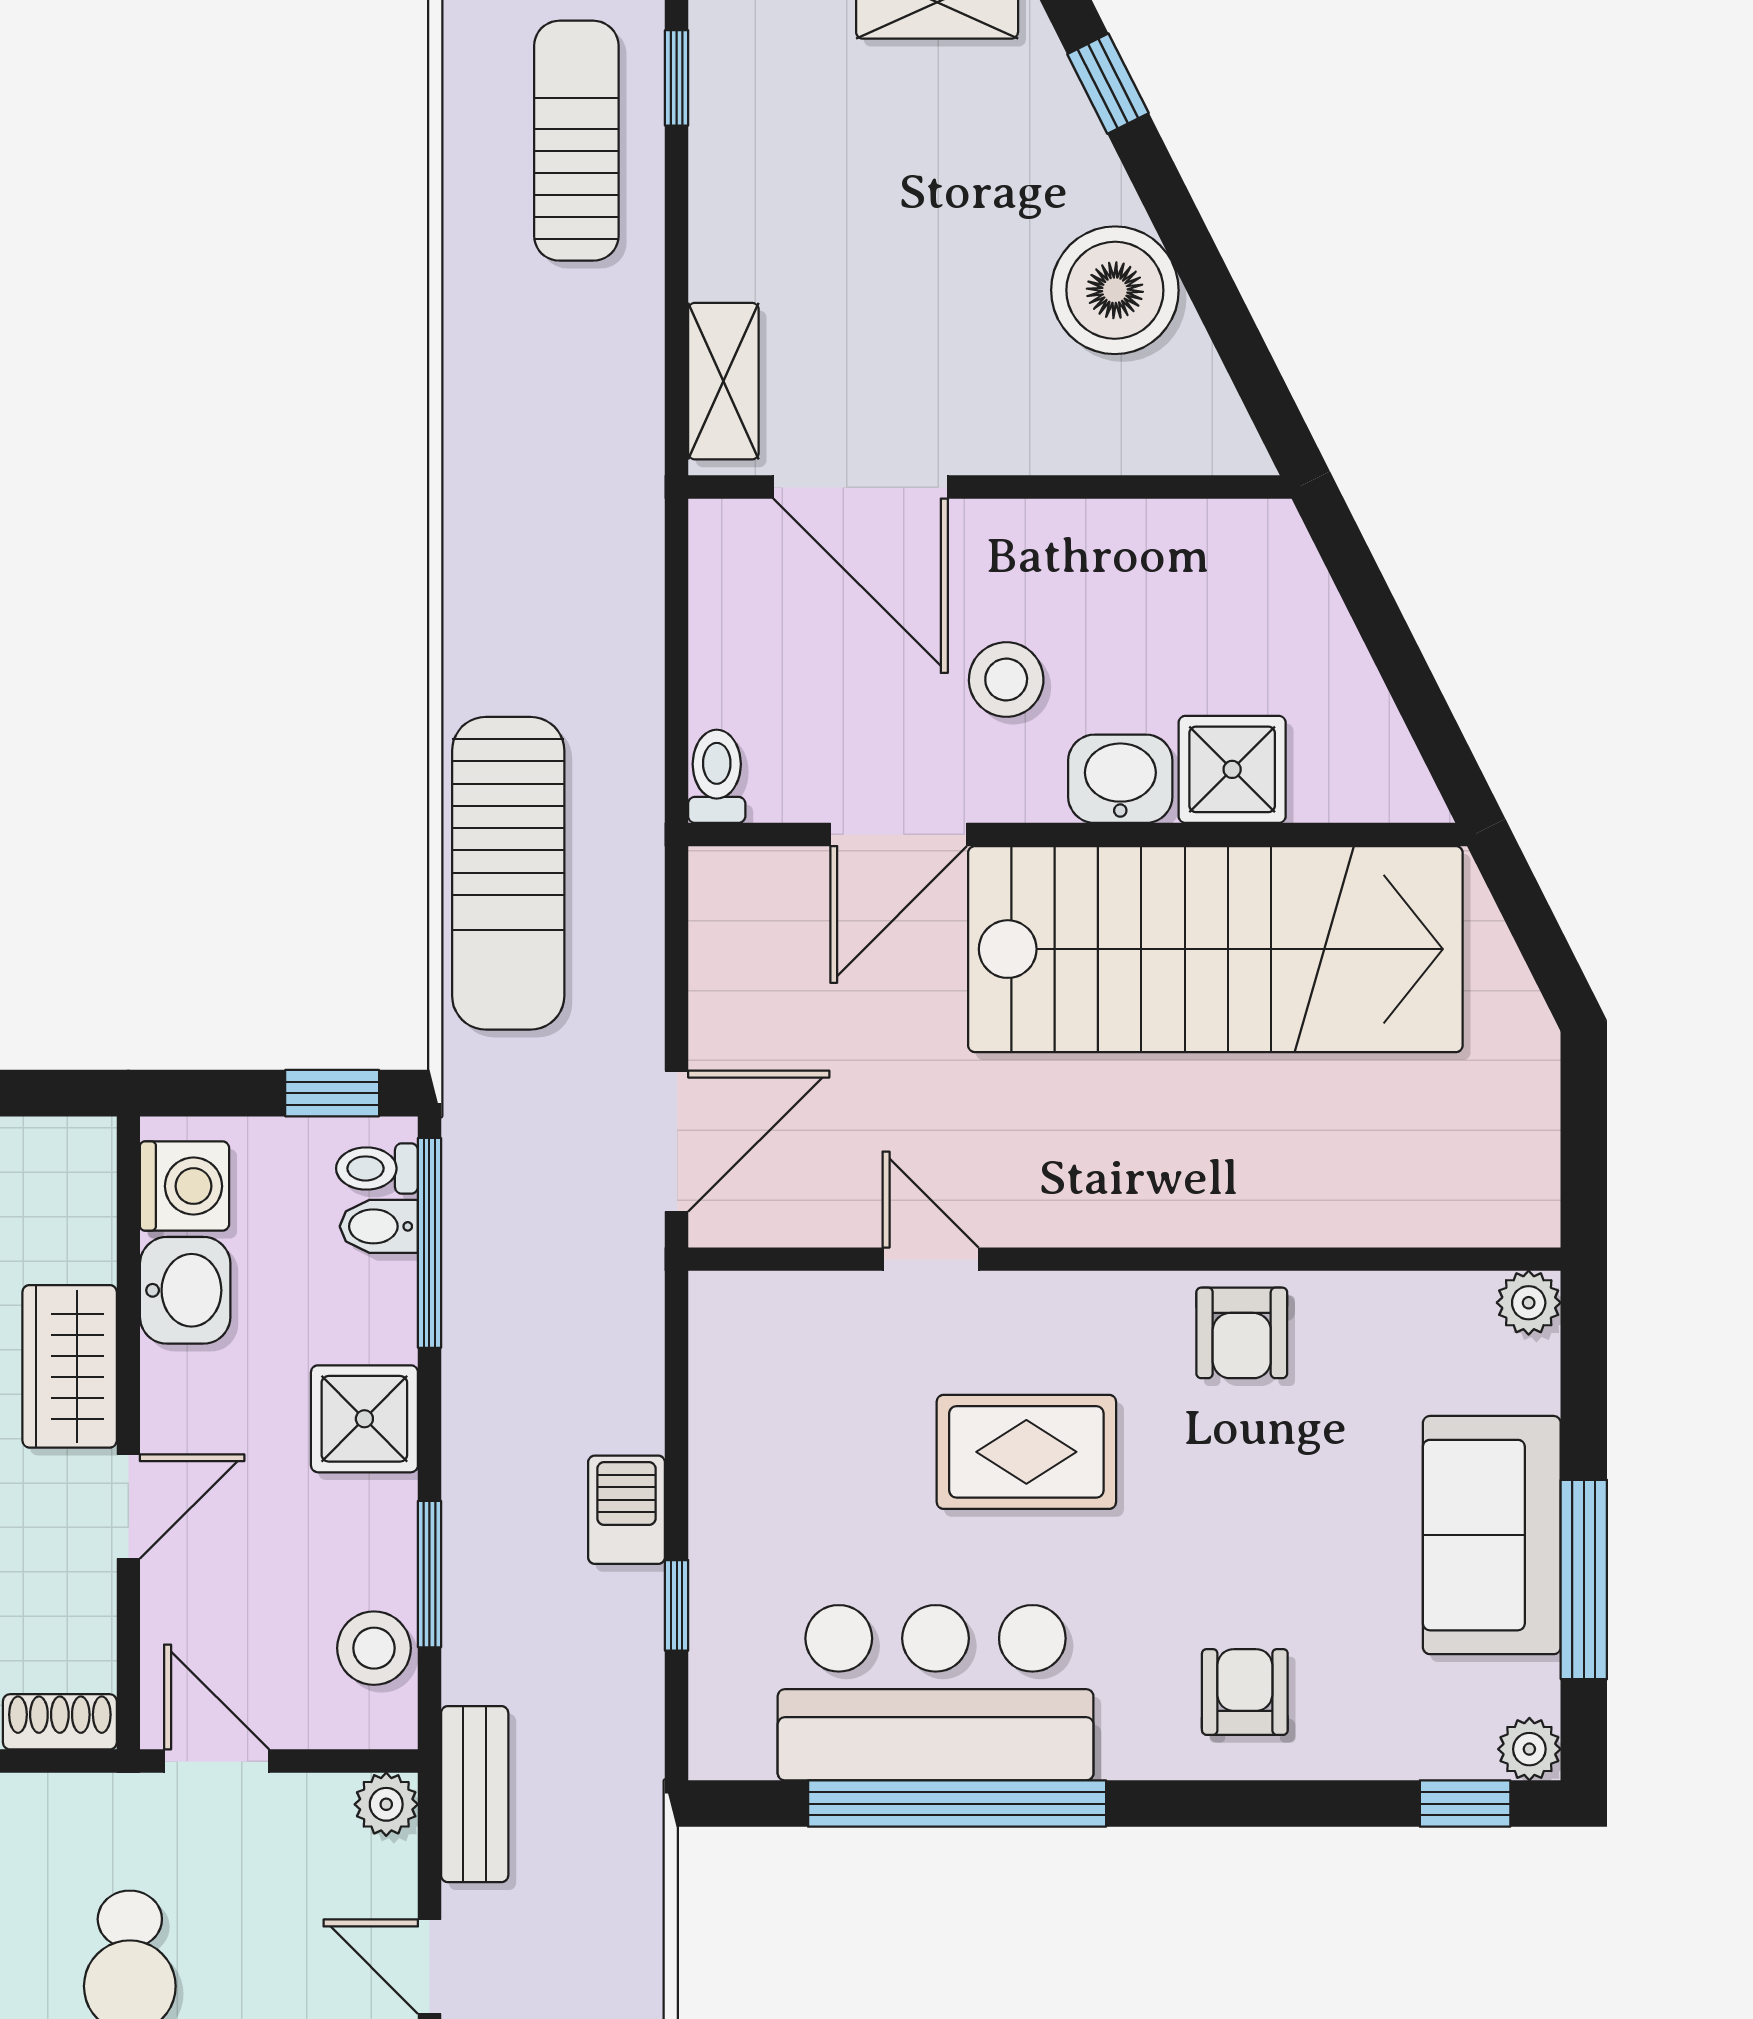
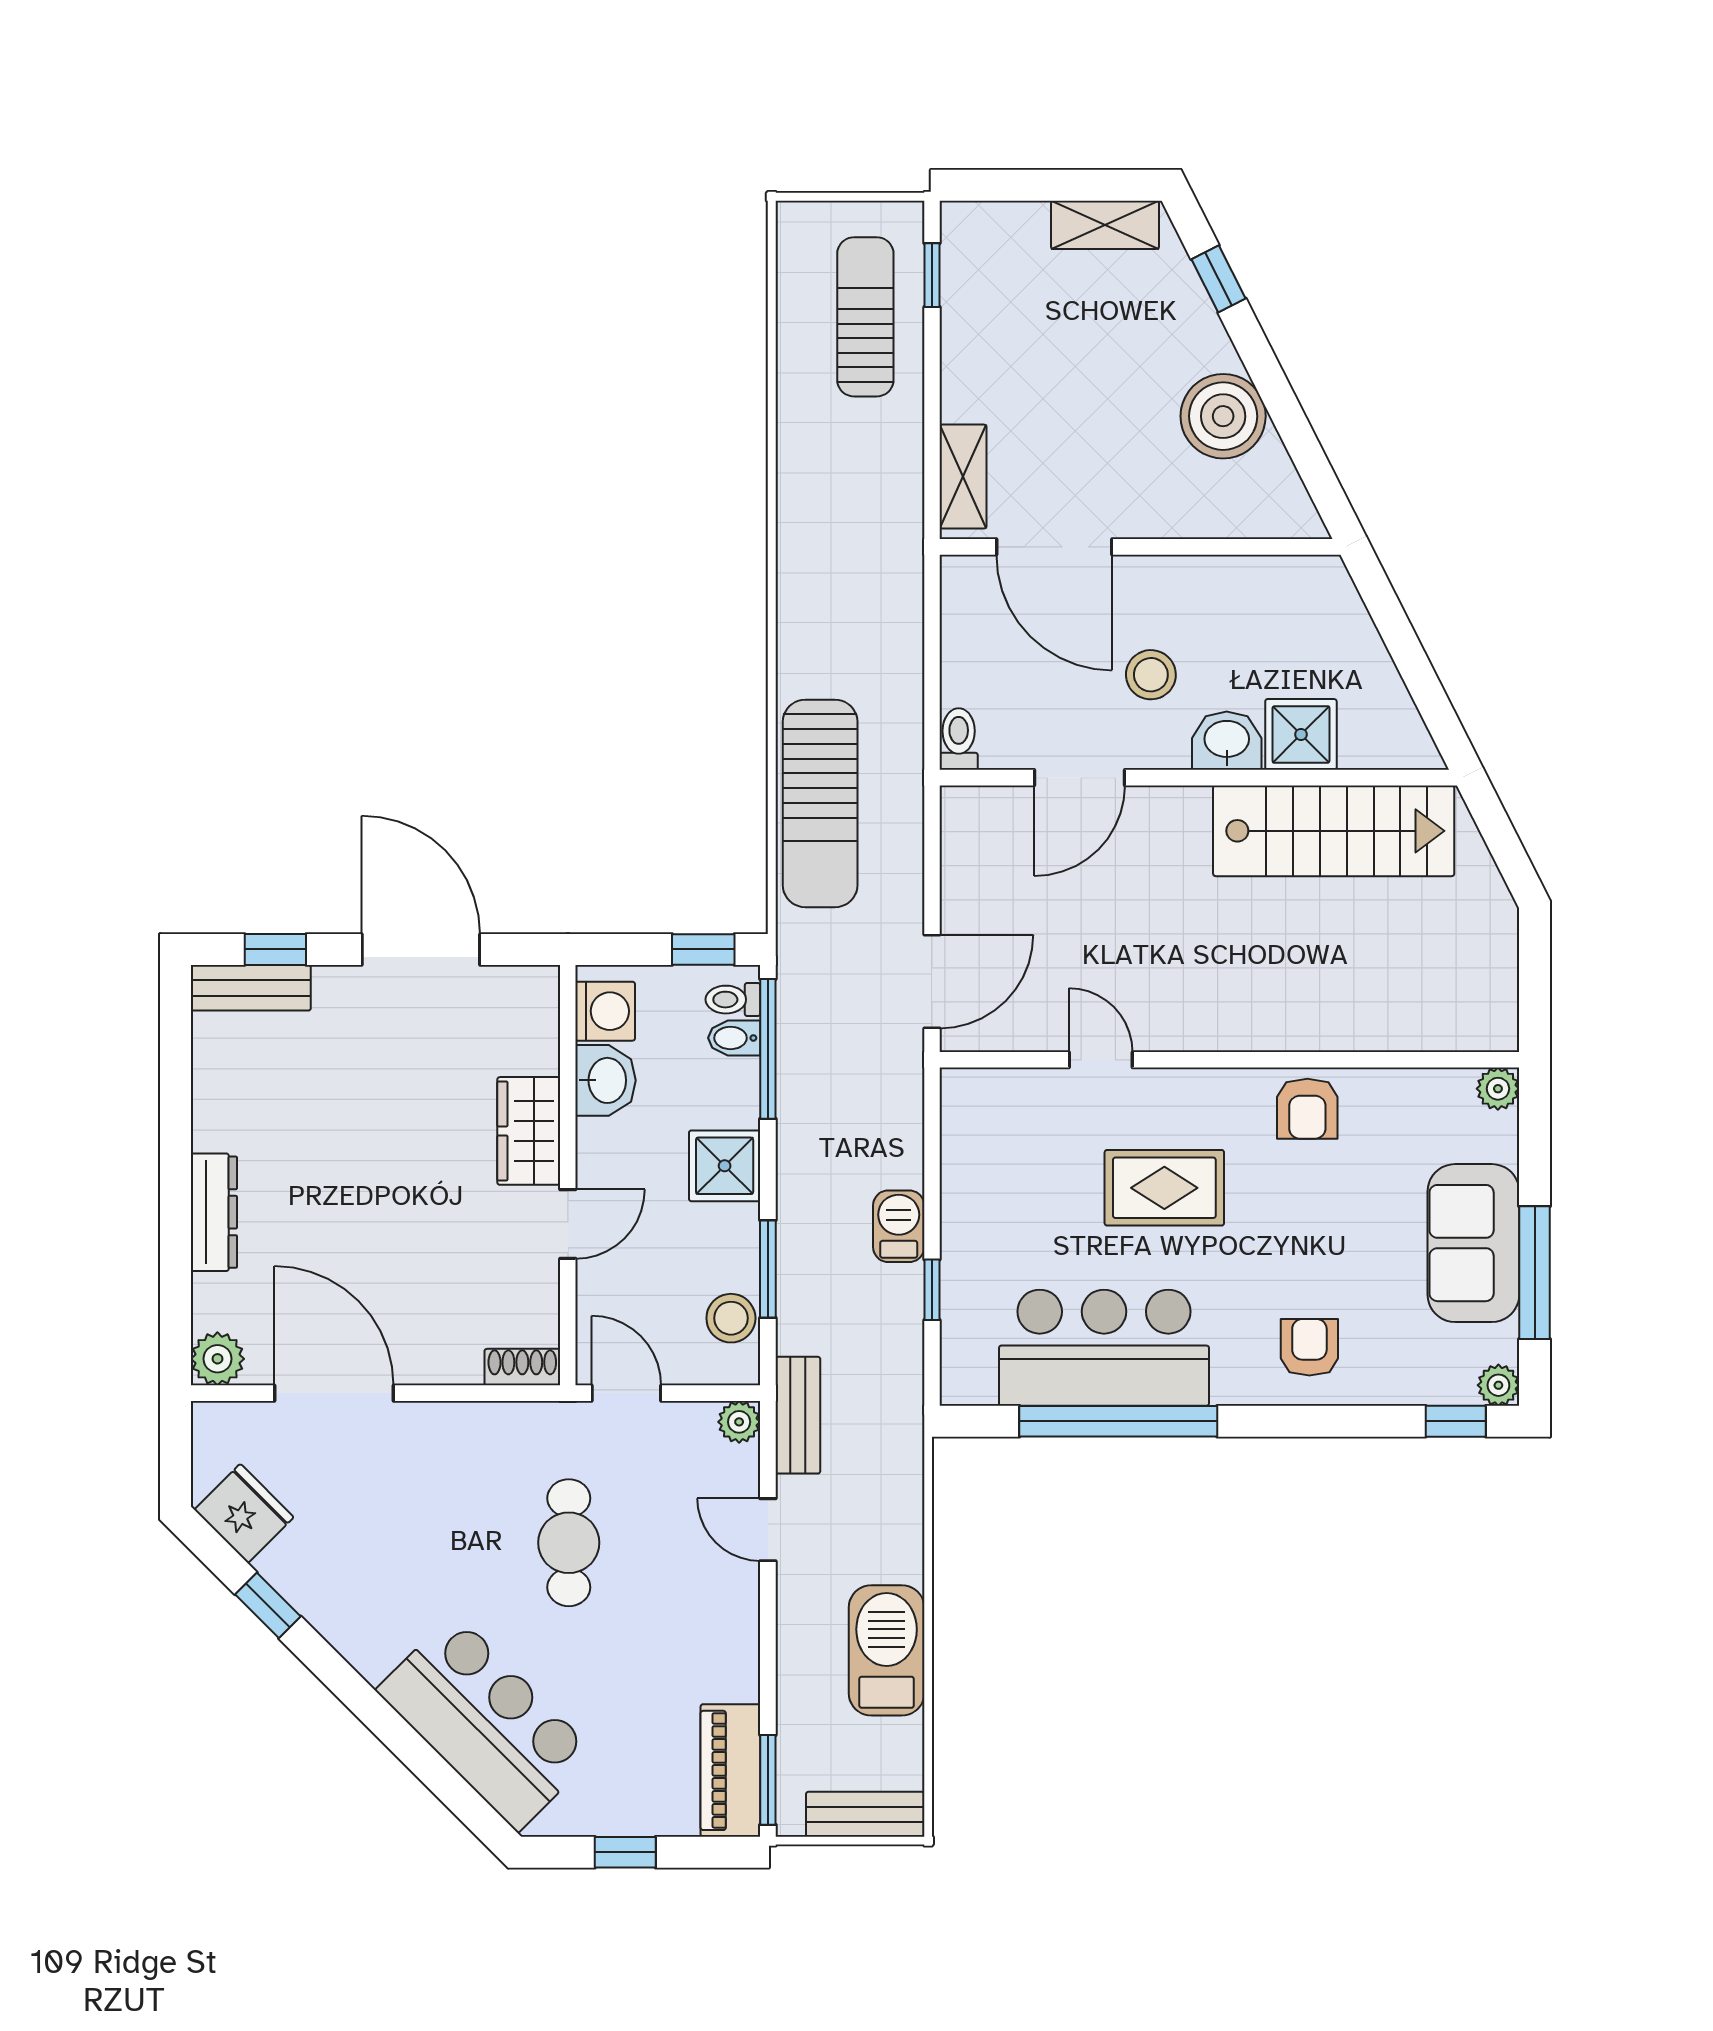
stairs: (1215, 949) -> (1334, 831), width x0.73, depth x0.66

